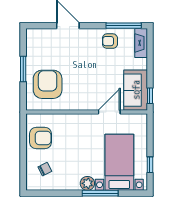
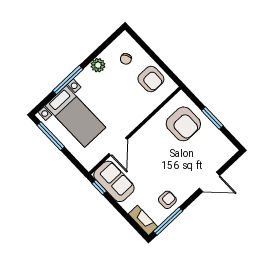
armchair: (40, 138) -> (151, 79), turned -90
window: (150, 165) -> (51, 136), width x2.17
plant: (87, 183) -> (98, 65), moved

